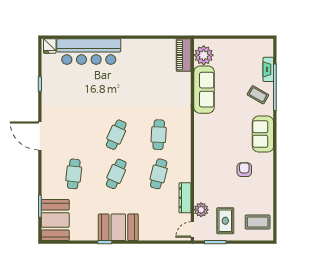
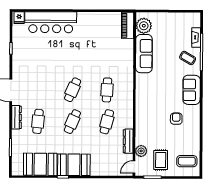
dresser: (47, 169) -> (16, 117), added
booth: (55, 220) -> (40, 164), moved, turned 90

